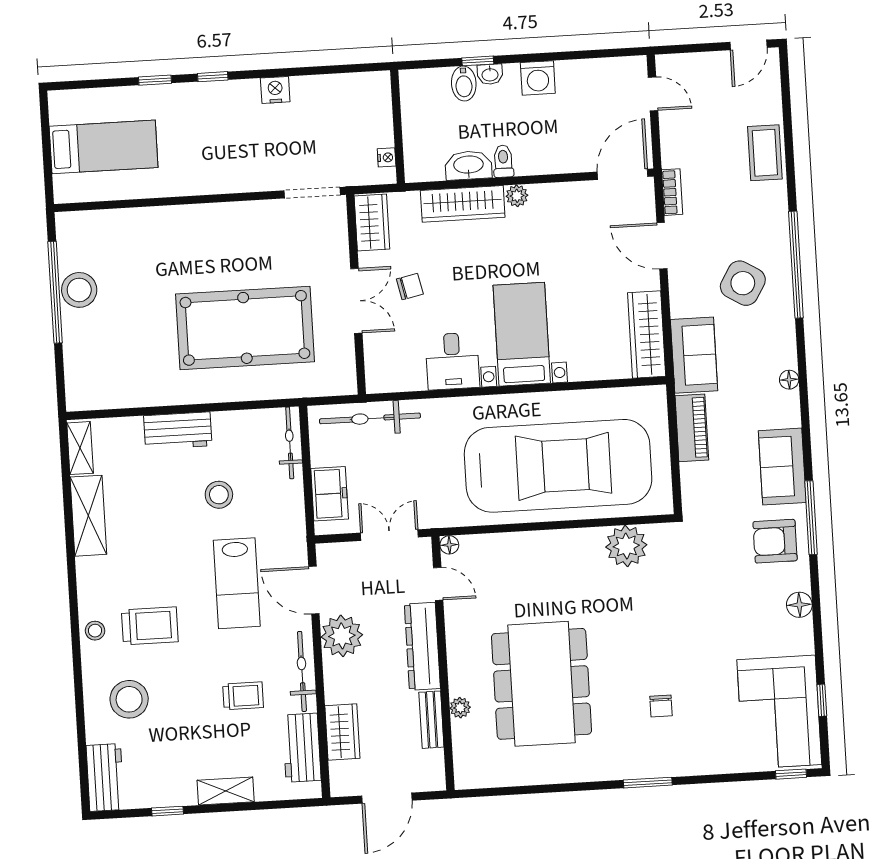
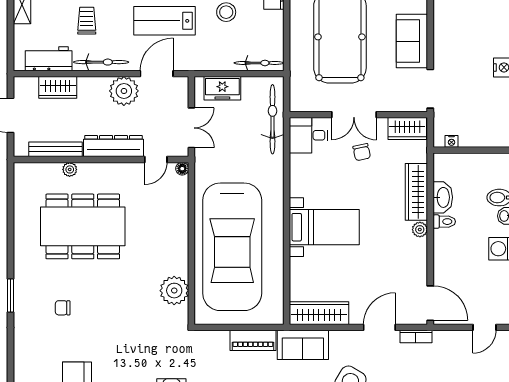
sofa: (245, 223) -> (412, 41), added
desk: (452, 361) -> (309, 135), moved
trolley: (243, 696) -> (87, 21), turned 180
bench: (431, 720) -> (56, 149), width x1.36

